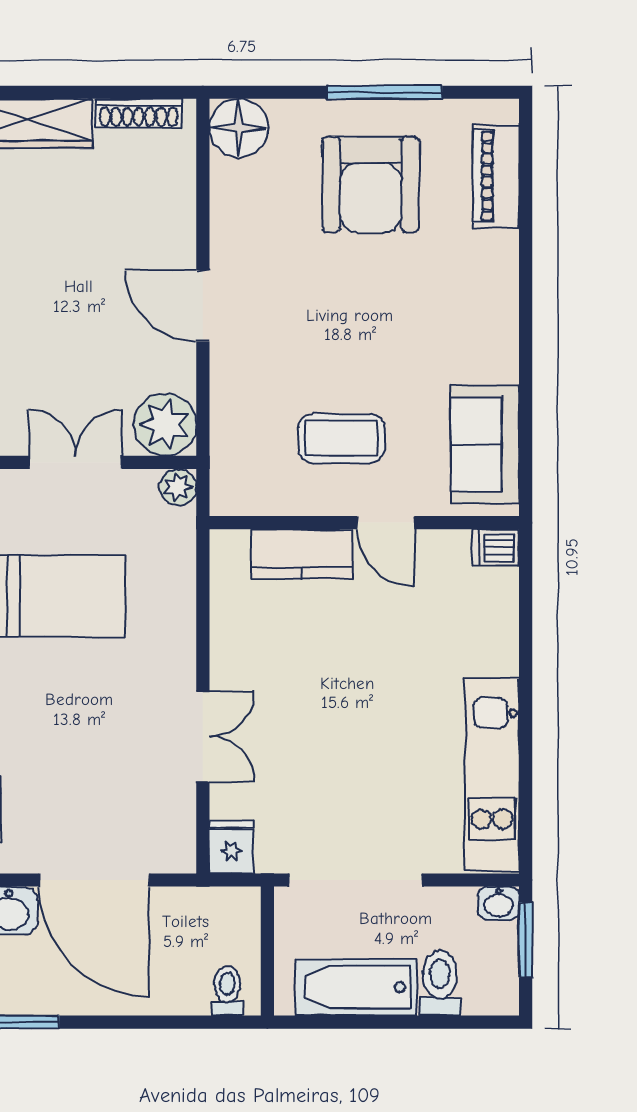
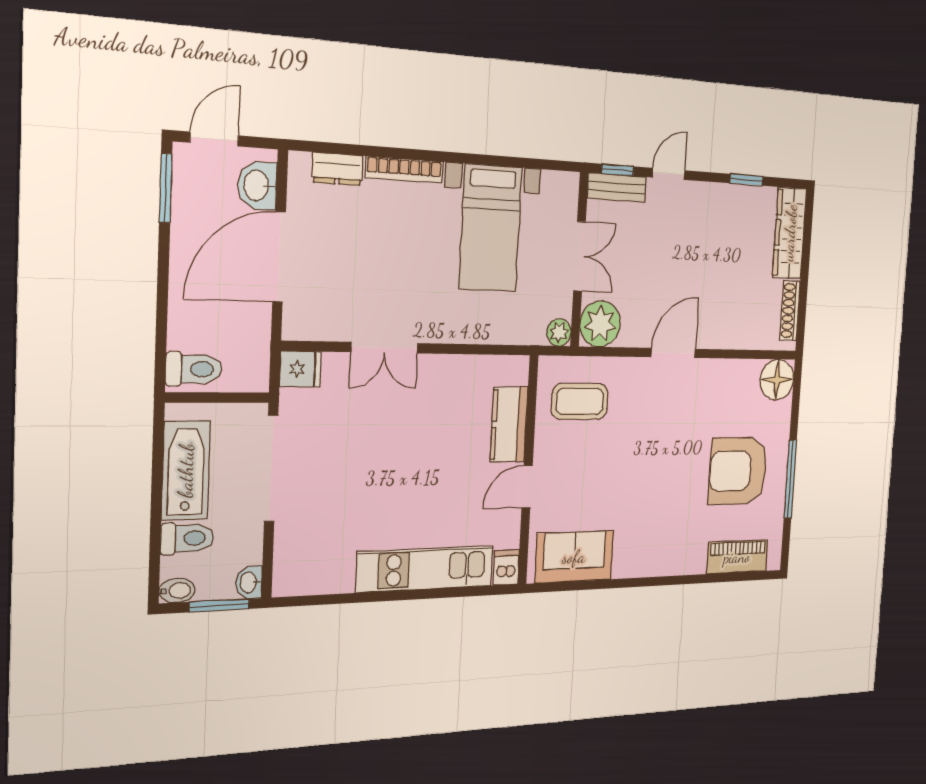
coffee table: (341, 438) -> (580, 401), moved, turned 90
kitchen unit: (492, 775) -> (425, 569), moved
toilet: (227, 991) -> (194, 369), width x1.37, depth x1.39
bidet: (504, 993) -> (177, 591), added

